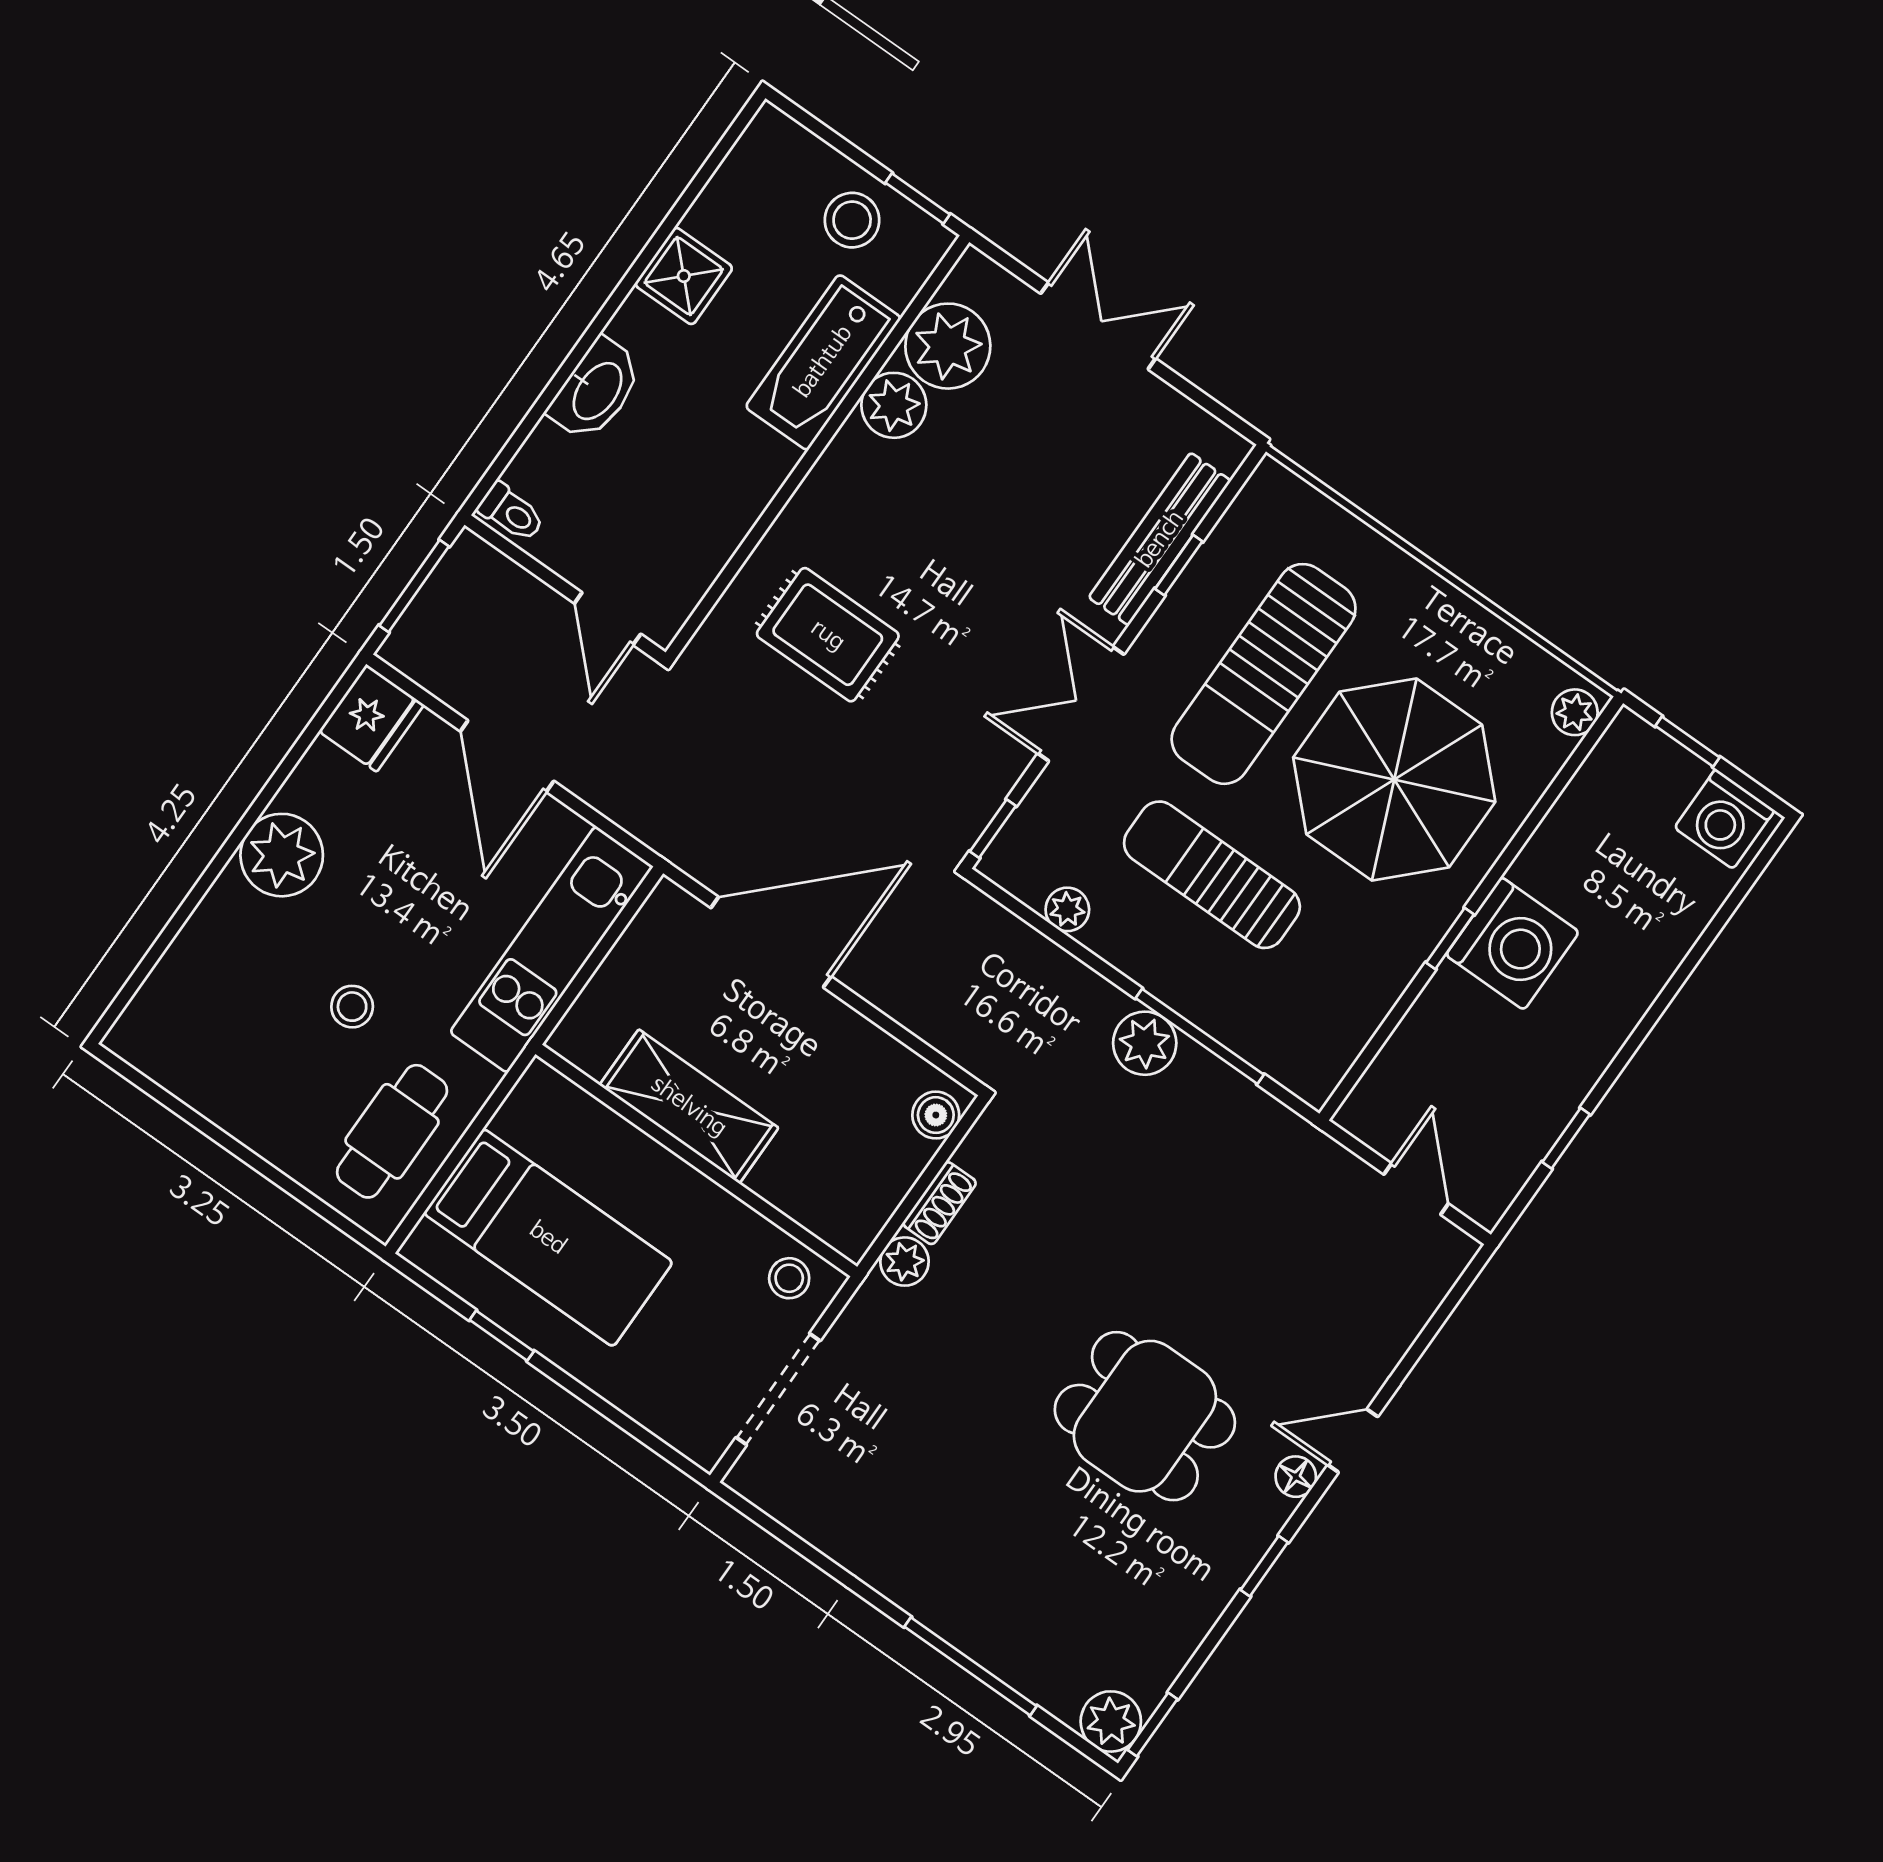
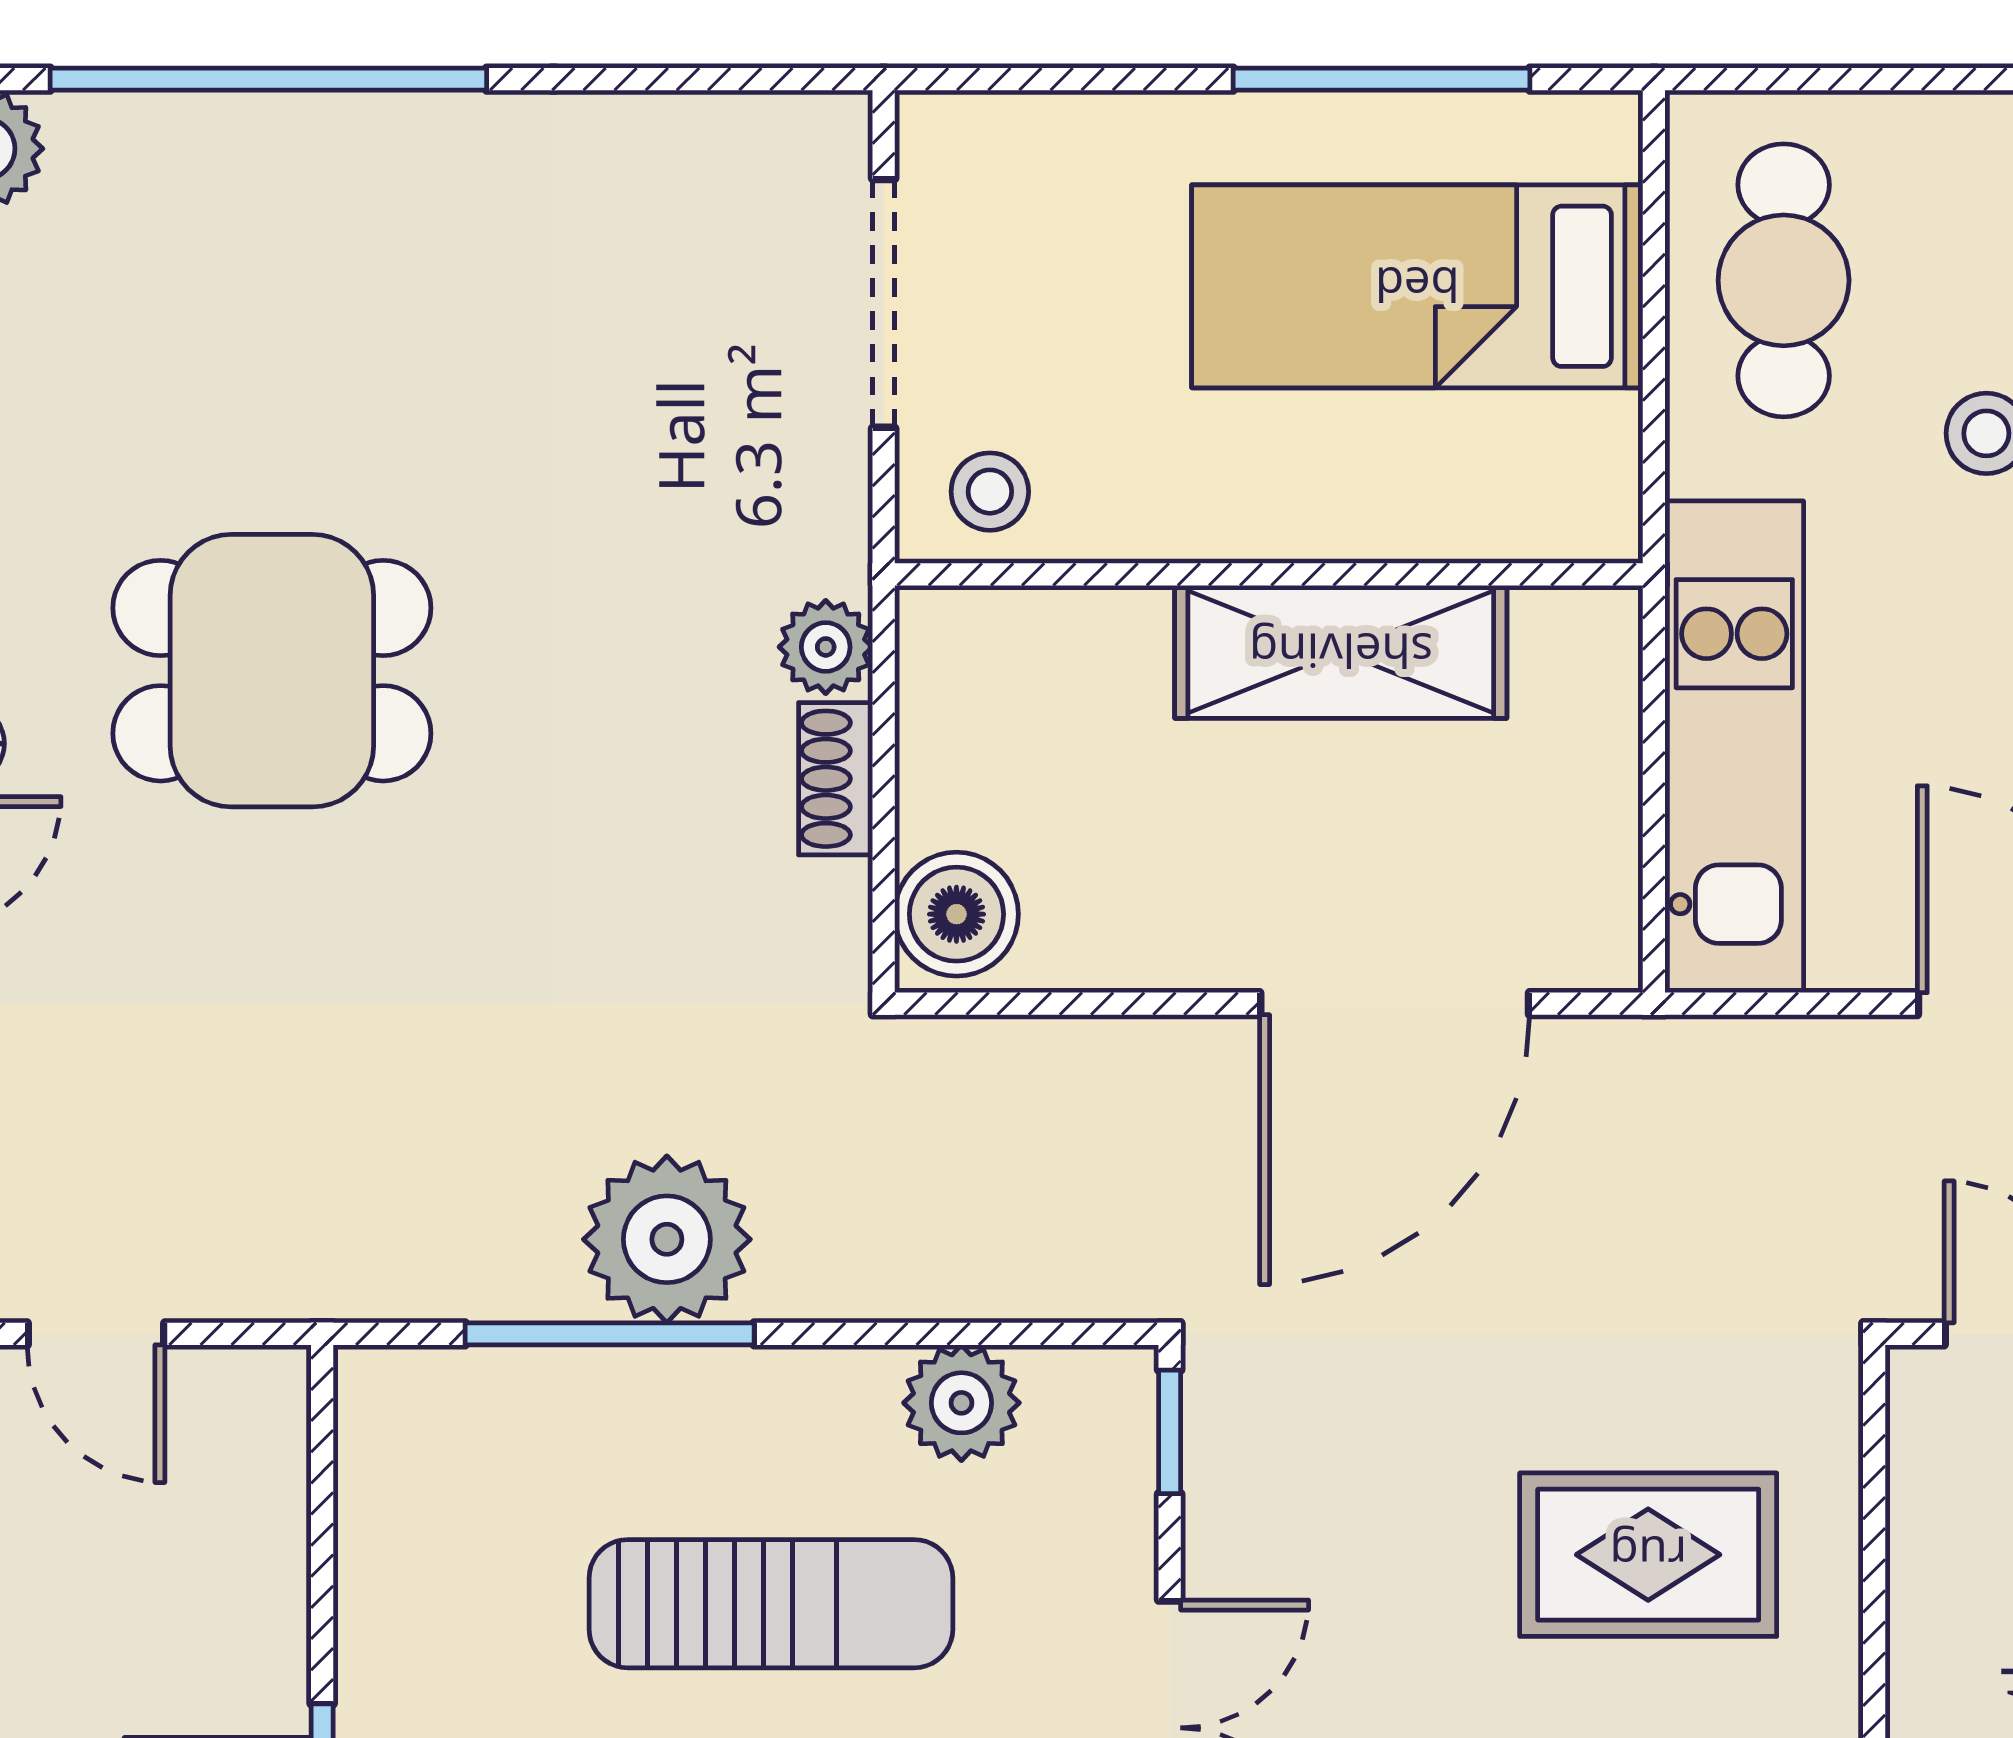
plant: (1067, 909) -> (961, 1403), width x1.38, depth x1.38
plant: (1145, 1043) -> (667, 1239), width x1.36, depth x1.36
boiler: (936, 1115) -> (956, 914), width x1.36, depth x1.36
window: (502, 1336) -> (1381, 79), width x2.17
window: (971, 1666) -> (268, 79), width x1.46

